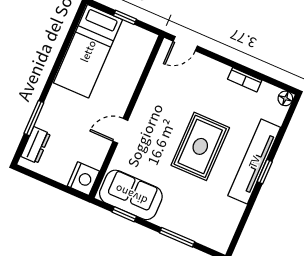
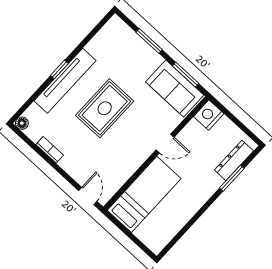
window: (125, 17) -> (129, 234), removed
door: (185, 44) -> (88, 196), hinge flipped
bed: (88, 51) -> (144, 194), moved
dresser: (36, 145) -> (234, 160), width x1.44
window: (124, 214) -> (186, 75), width x1.50

